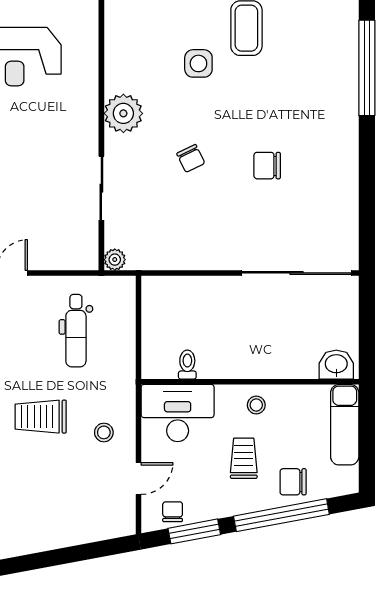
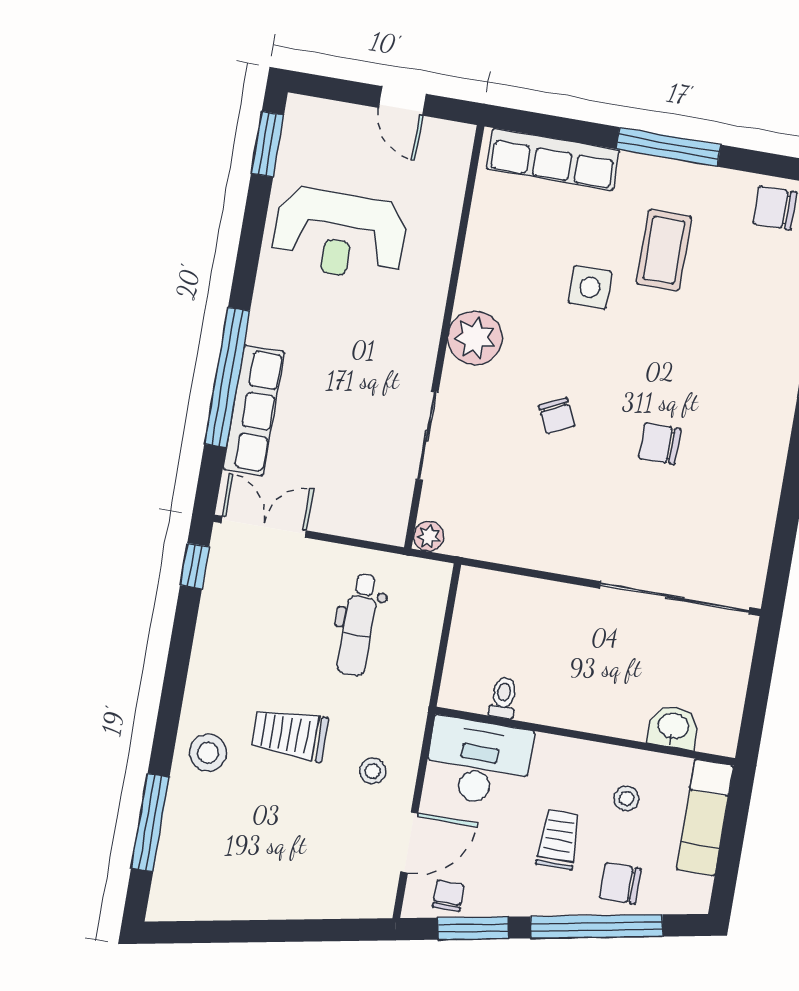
washbasin: (336, 365) -> (673, 727), moved
stool: (256, 405) -> (626, 798), moved
door: (139, 479) -> (409, 842), width x1.38

